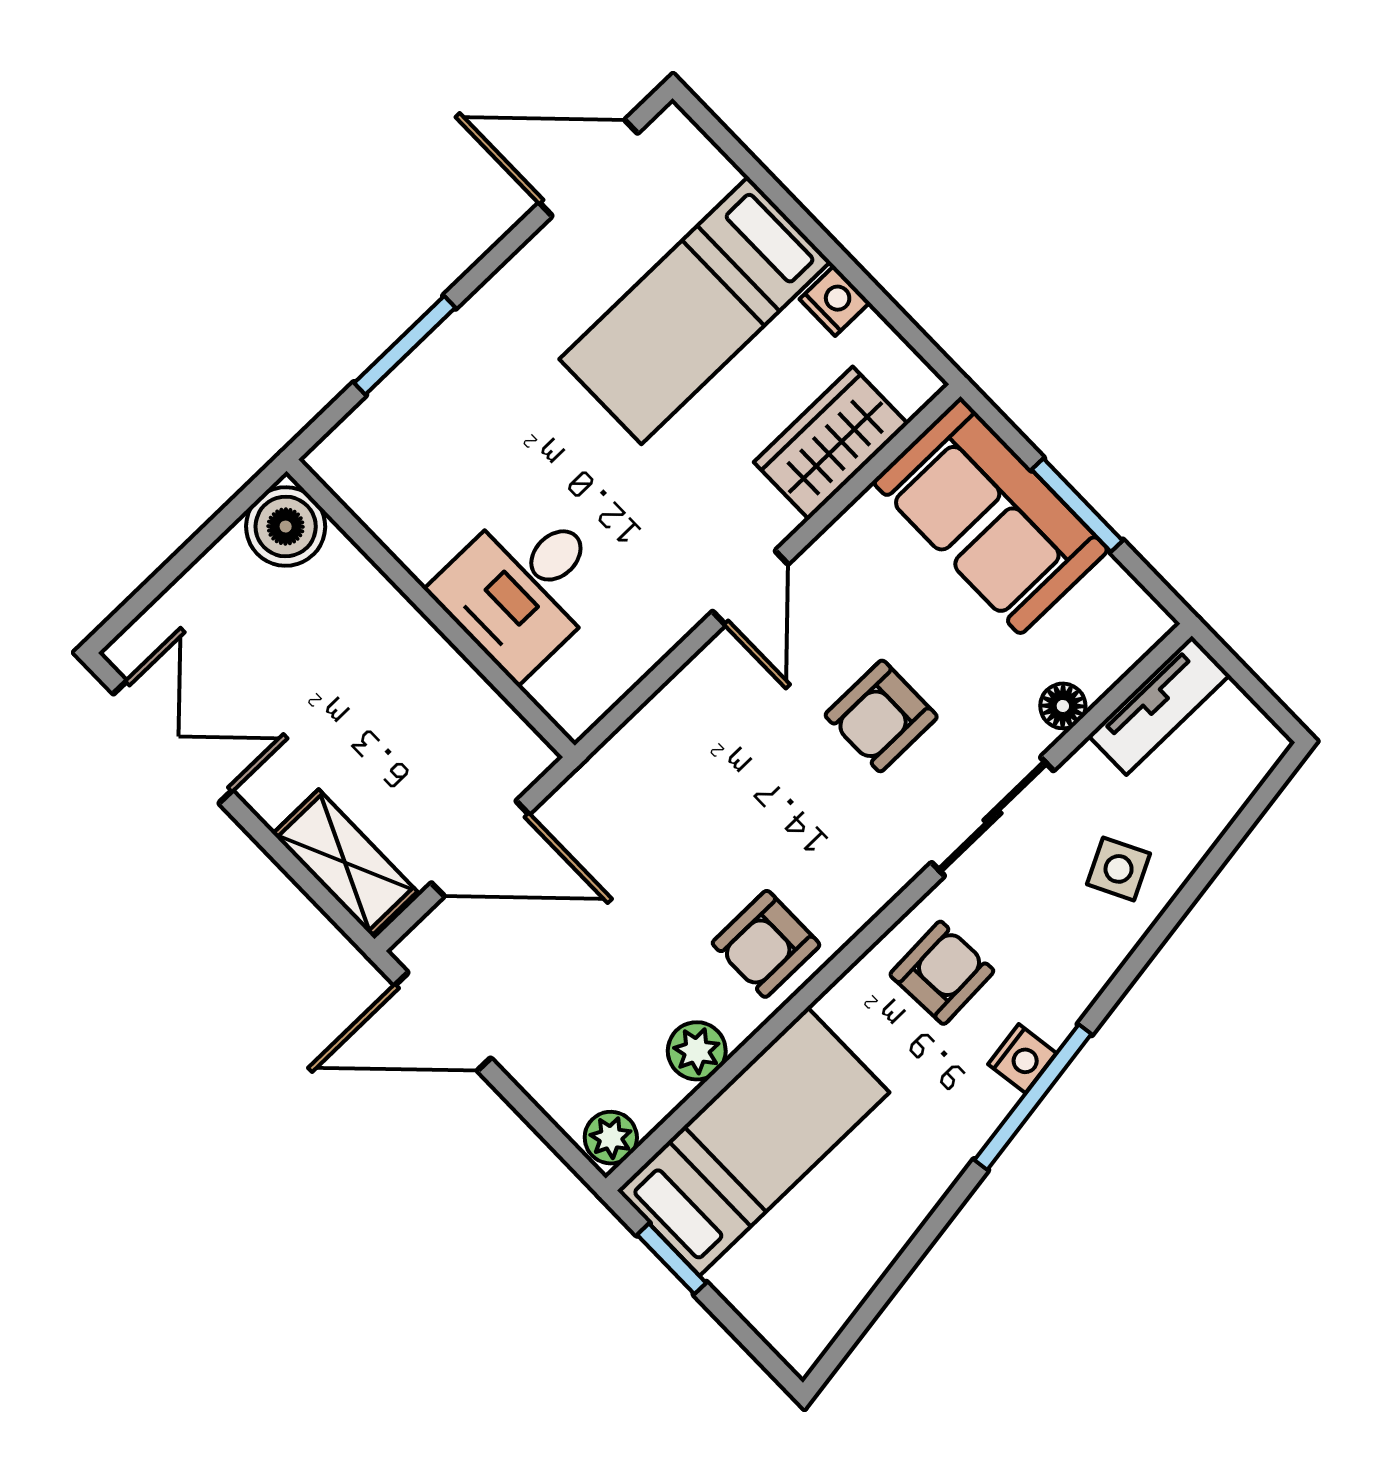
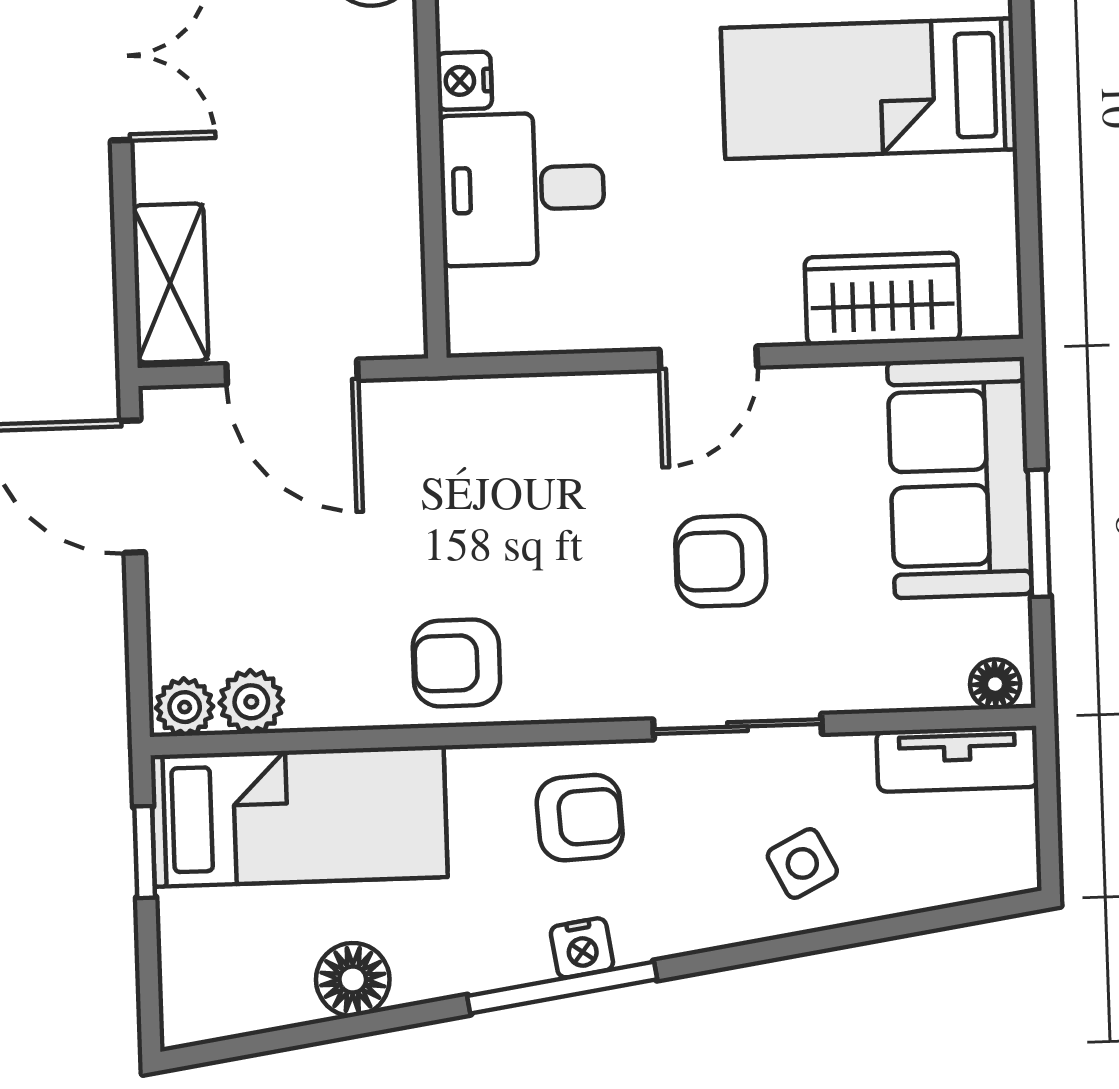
nightstand: (835, 301) -> (464, 81), moved, turned 180
floor lamp: (1063, 706) -> (995, 684), moved
plant: (697, 1051) -> (251, 702), moved
floor lamp: (888, 1218) -> (353, 979), added

